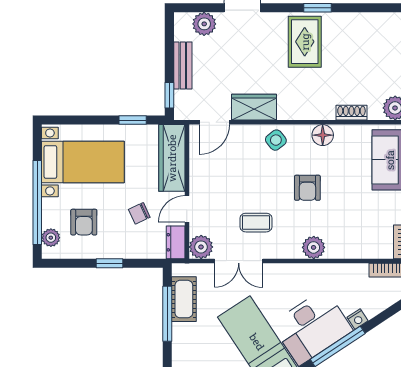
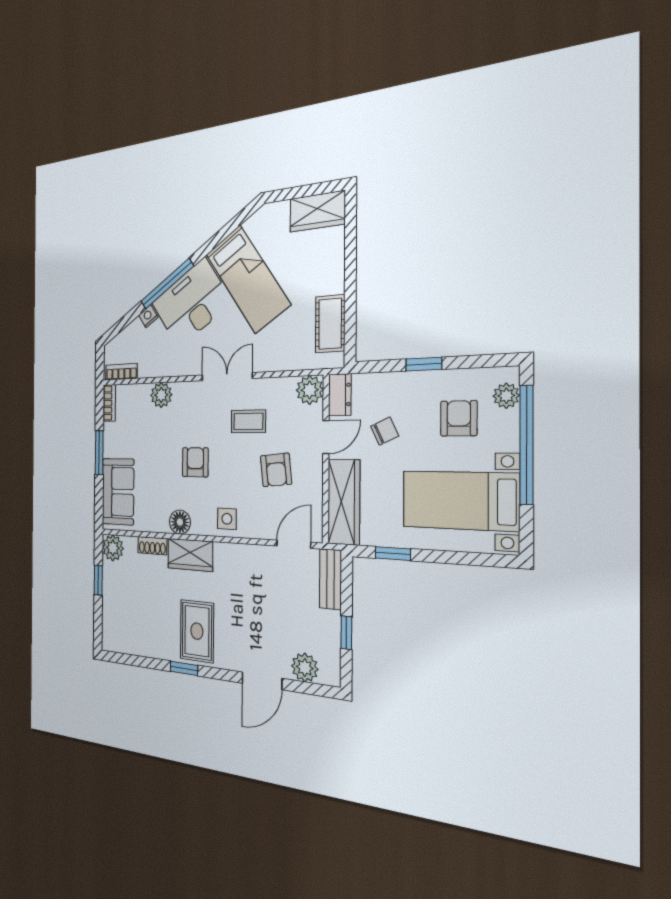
bench: (183, 65) -> (330, 579), moved
window: (169, 95) -> (346, 633), moved
wardrobe: (254, 107) -> (190, 555), moved
side table: (276, 140) -> (227, 519), turned 38
armchair: (230, 182) -> (276, 470), added
plant: (314, 247) -> (161, 395), moved
double door: (239, 261) -> (227, 377), moved
window: (167, 314) -> (350, 303), removed

